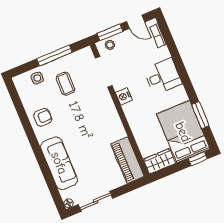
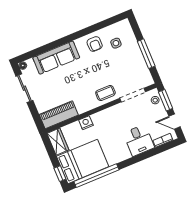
door: (136, 22) -> (174, 122), hinge flipped
desk: (163, 76) -> (139, 140), moved
side table: (37, 78) -> (116, 43), moved
coffee table: (65, 84) -> (105, 93), moved
nightstand: (124, 96) -> (86, 123), moved
window: (200, 115) -> (96, 176), width x2.11

